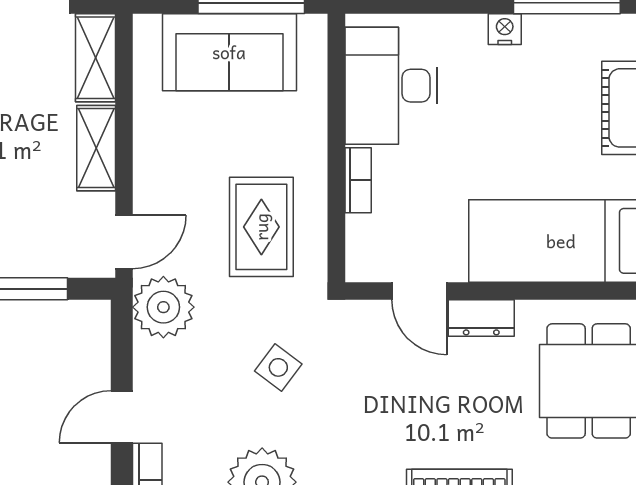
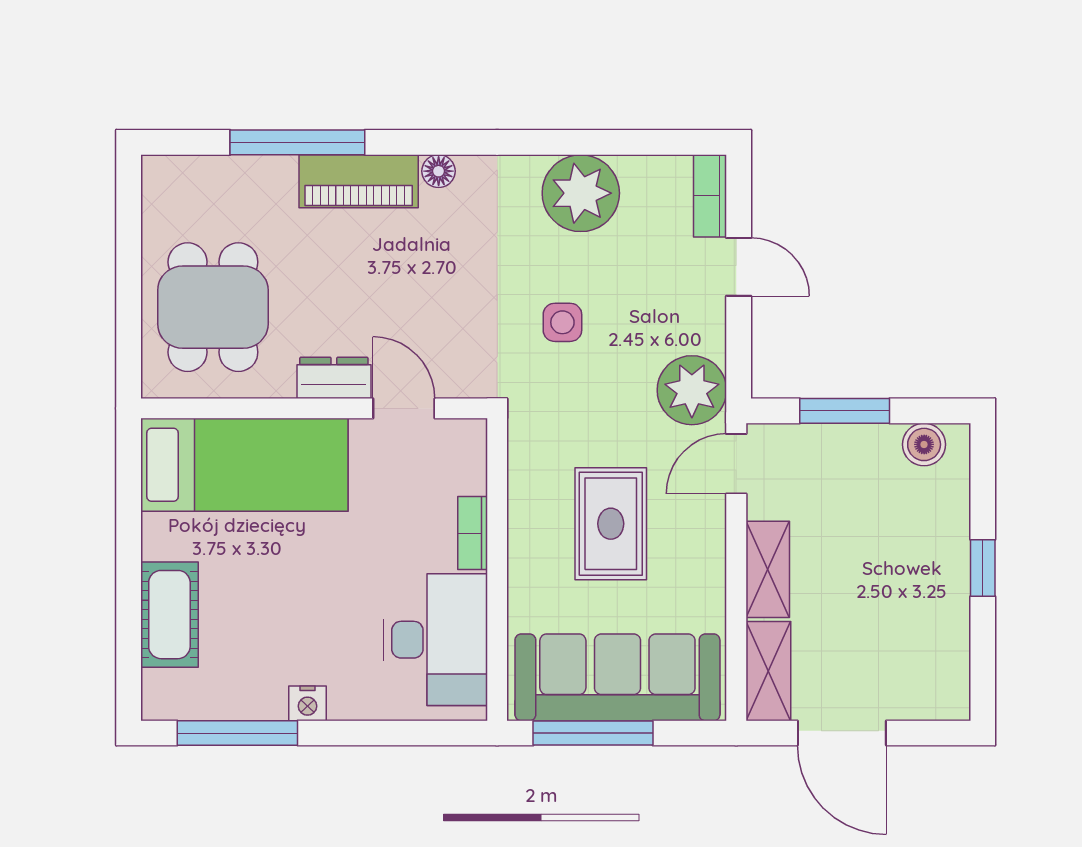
sofa: (229, 52) -> (617, 677), width x1.36
rug: (261, 227) -> (611, 524), moved
side table: (278, 367) -> (562, 322), turned -37
door: (122, 417) -> (739, 267), hinge flipped

